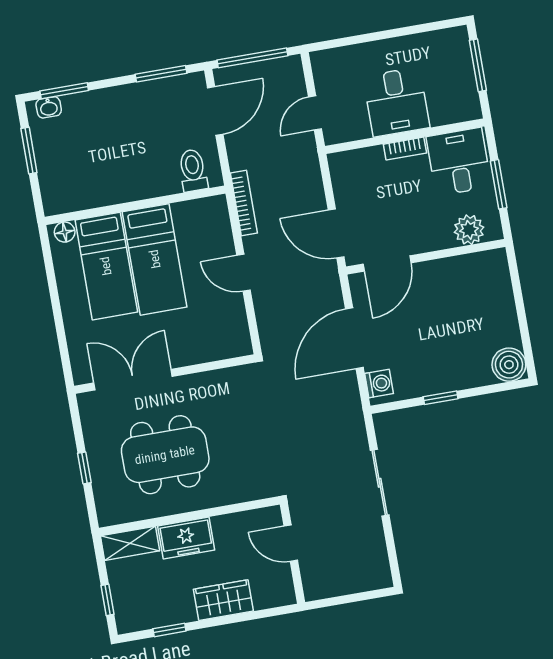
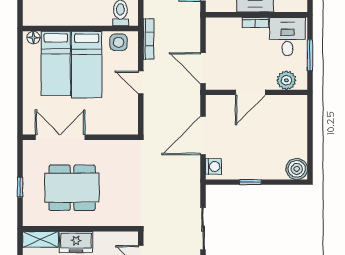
side table: (198, 216) -> (119, 42), added
door: (387, 263) -> (250, 92), moved

